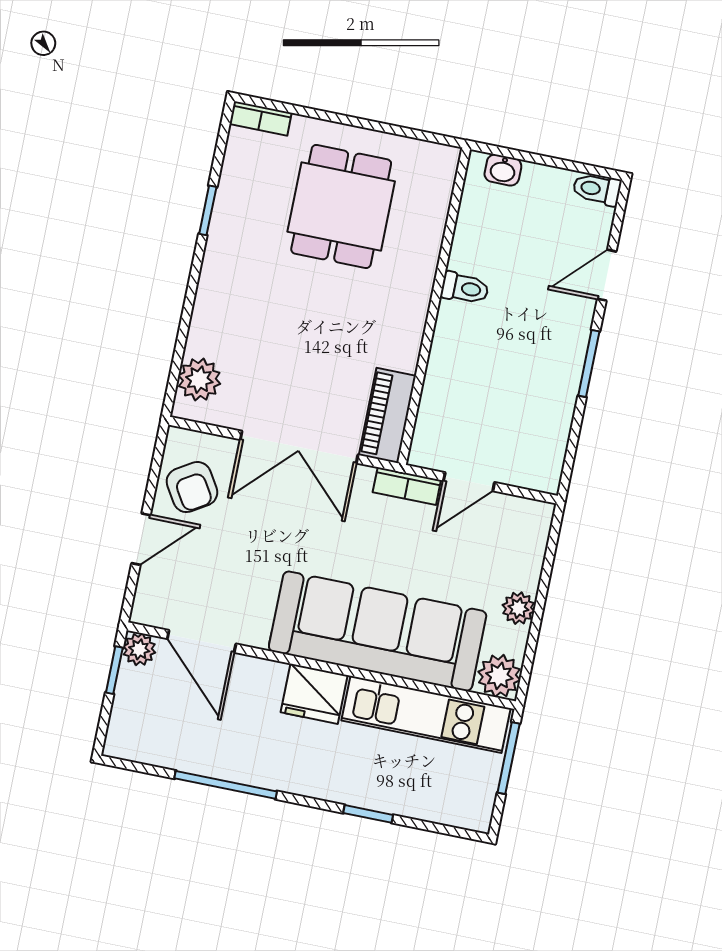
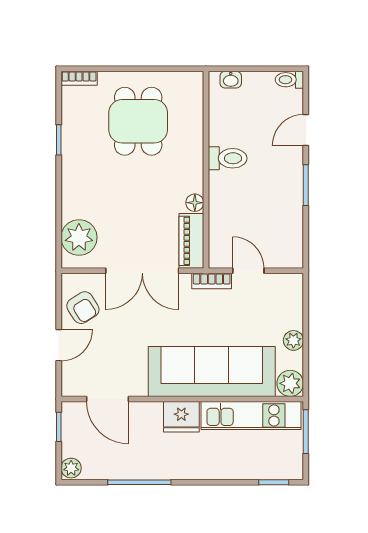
toilet: (465, 288) -> (228, 158), width x1.37, depth x1.39
floor lamp: (405, 355) -> (195, 203), added
plant: (199, 380) -> (79, 238), width x1.36, depth x1.36
door: (469, 482) -> (248, 271), swing flipped
plant: (139, 649) -> (71, 468), moved
window: (368, 814) -> (274, 482), moved

